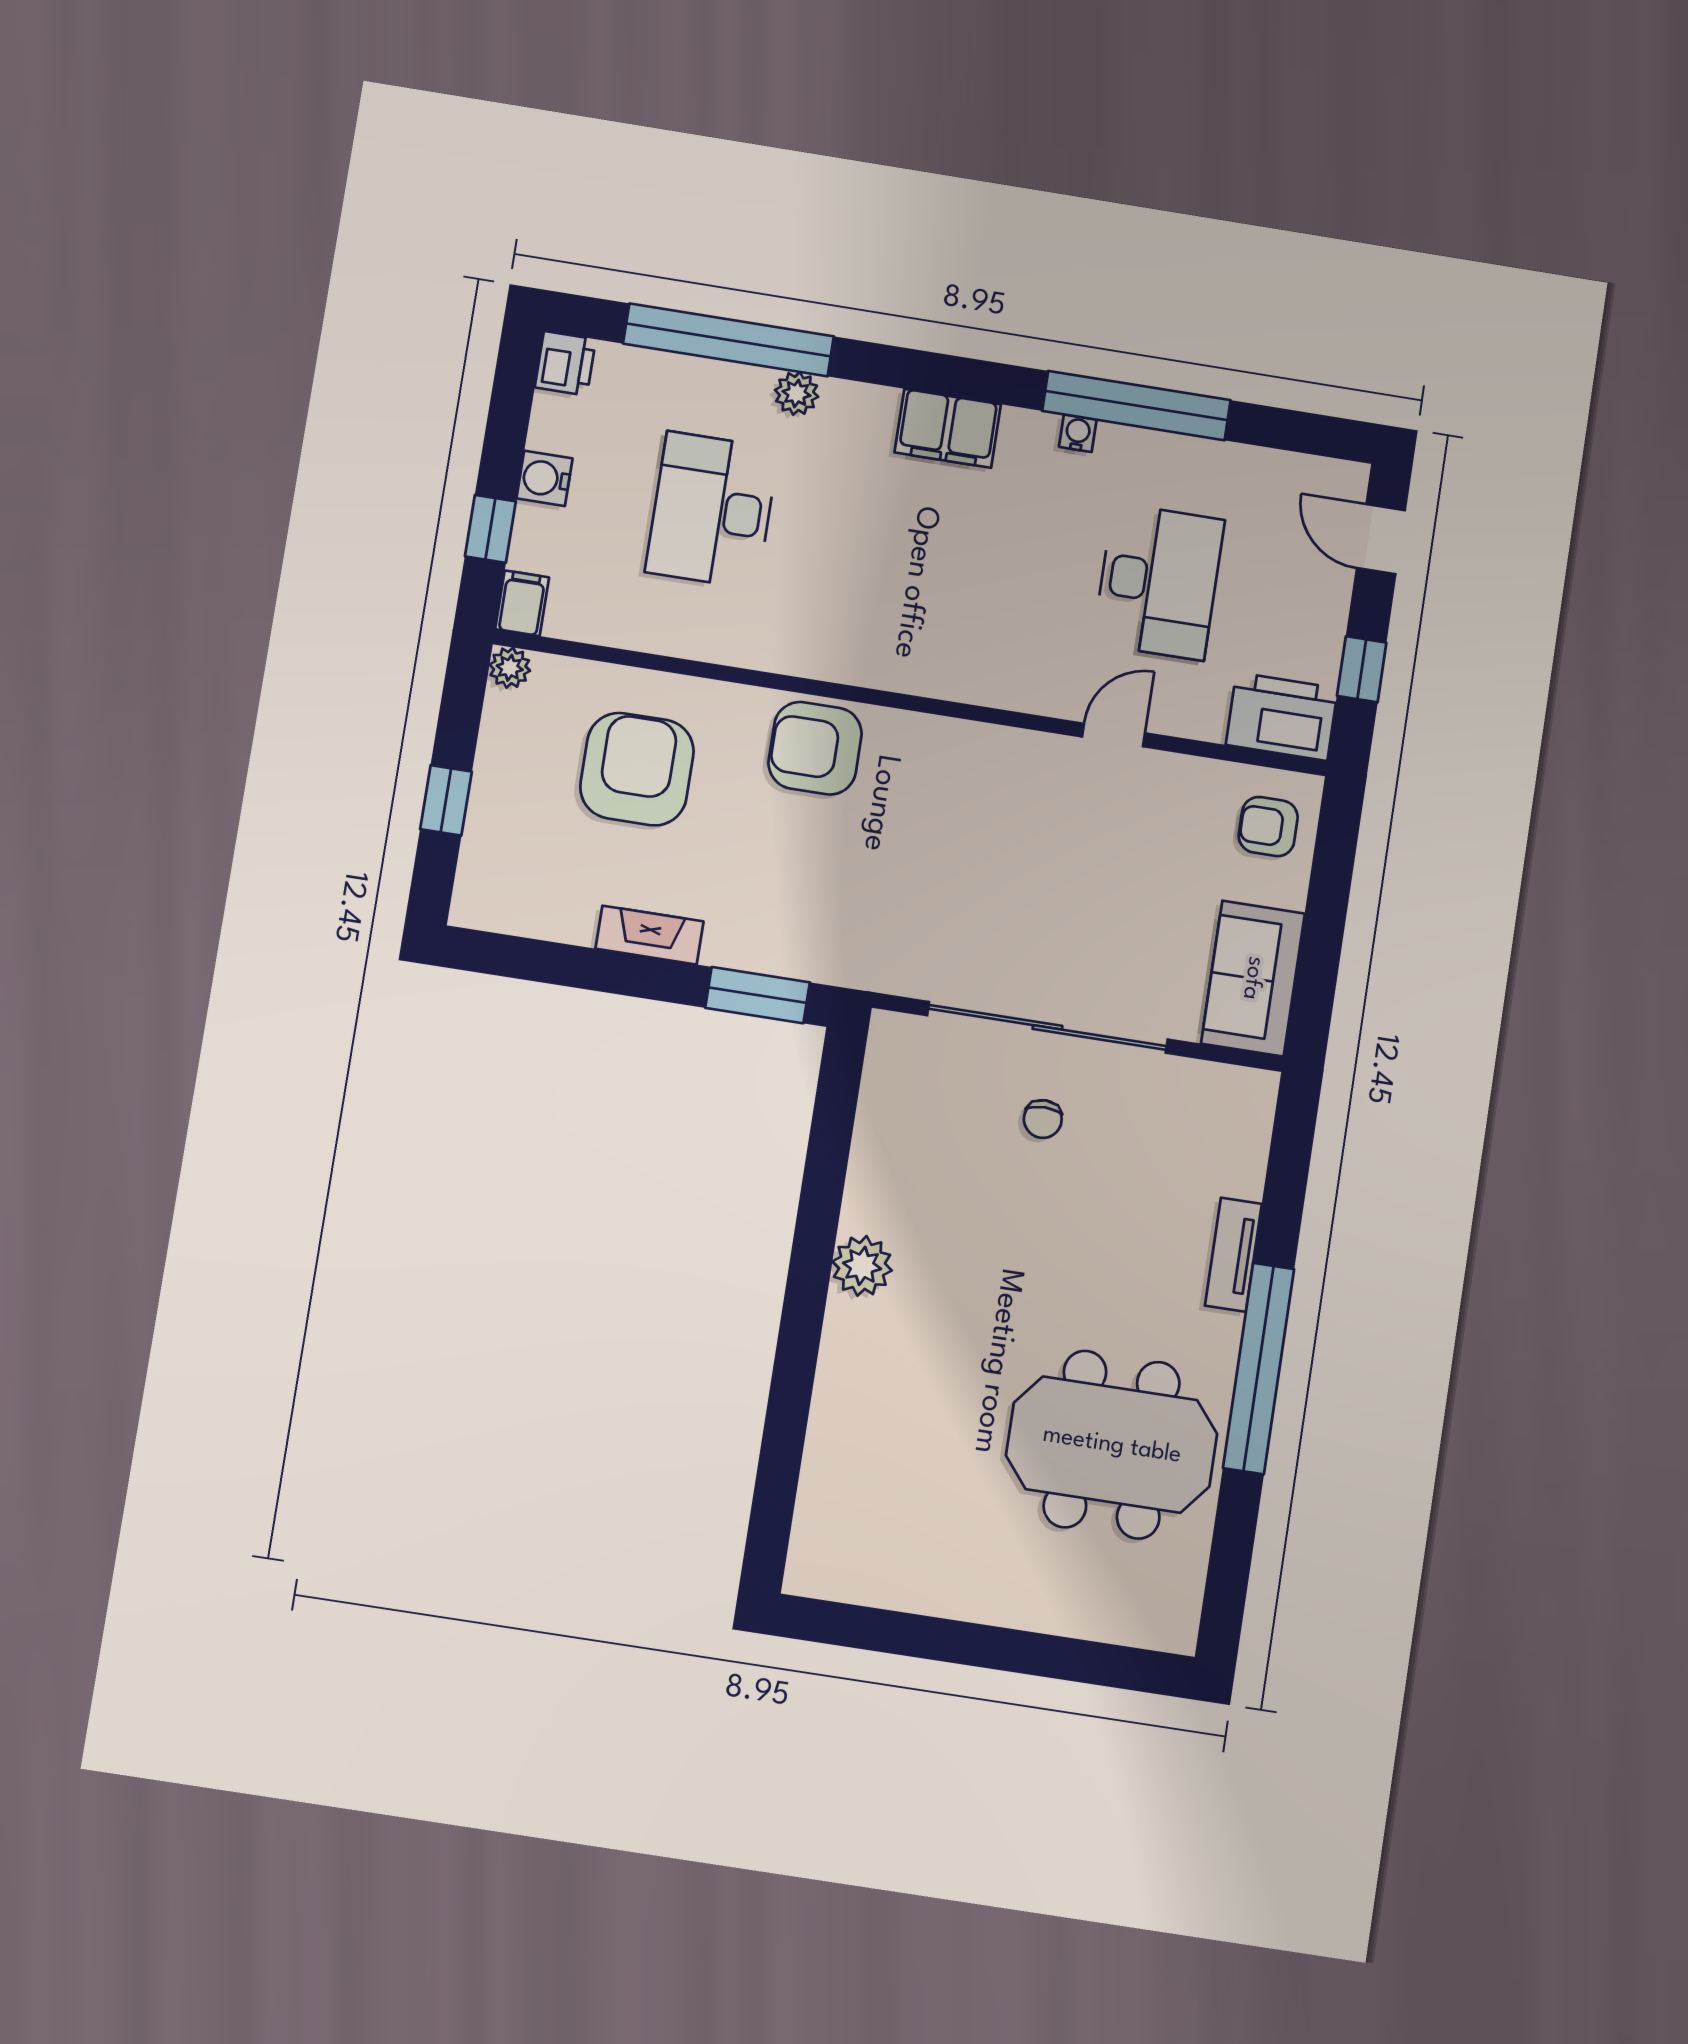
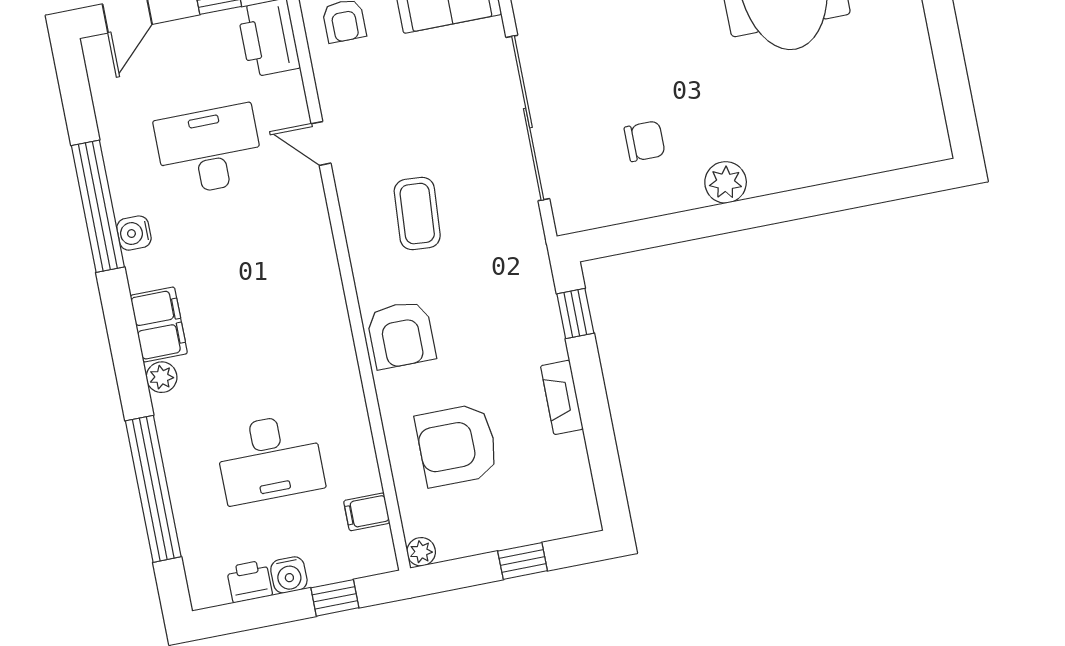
printer: (565, 363) -> (249, 581), moved
plant: (797, 393) -> (162, 377), moved
water cooler: (1078, 433) -> (134, 233), width x1.38, depth x1.38
filing cabinet: (522, 603) -> (367, 512), moved
coffee table: (972, 830) -> (417, 214), added
window: (758, 995) -> (575, 313), width x0.67
chair: (1043, 1119) -> (645, 141), moved, width x1.37, depth x1.37

